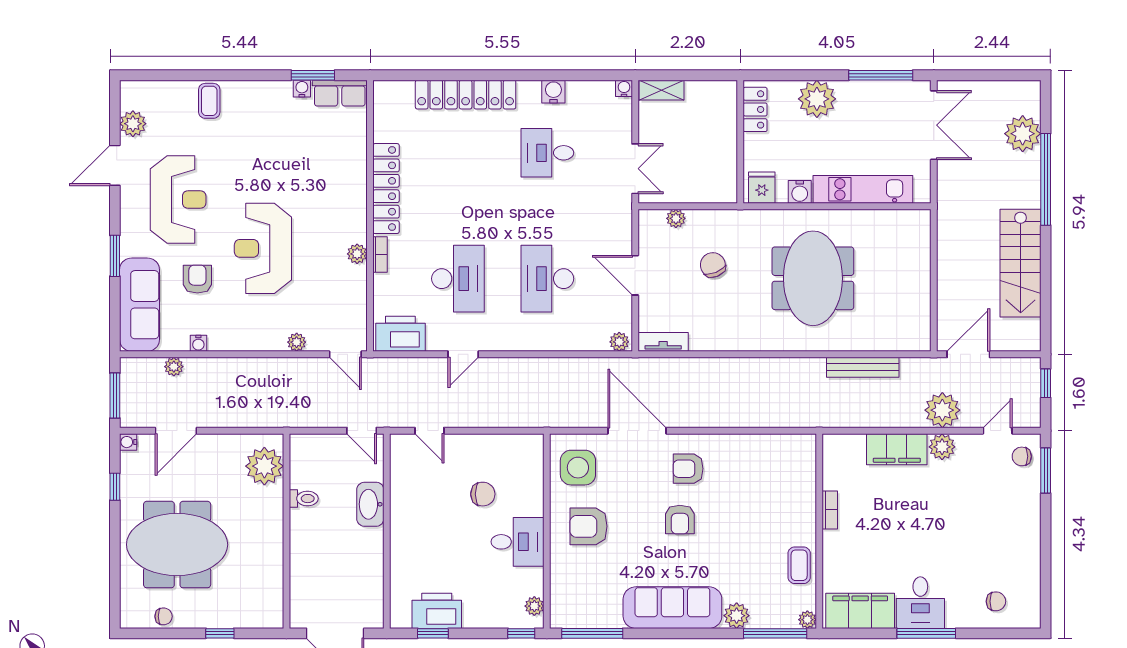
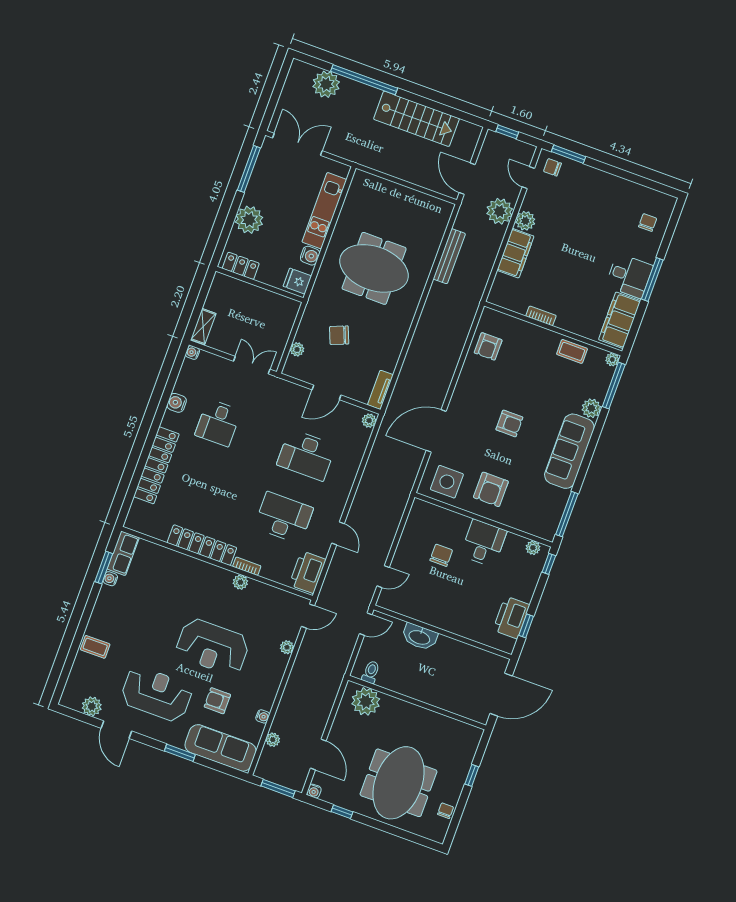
chair: (1022, 456) -> (552, 167), turned 90
armchair: (688, 469) -> (488, 346), moved
toilet: (304, 499) -> (371, 672), moved

